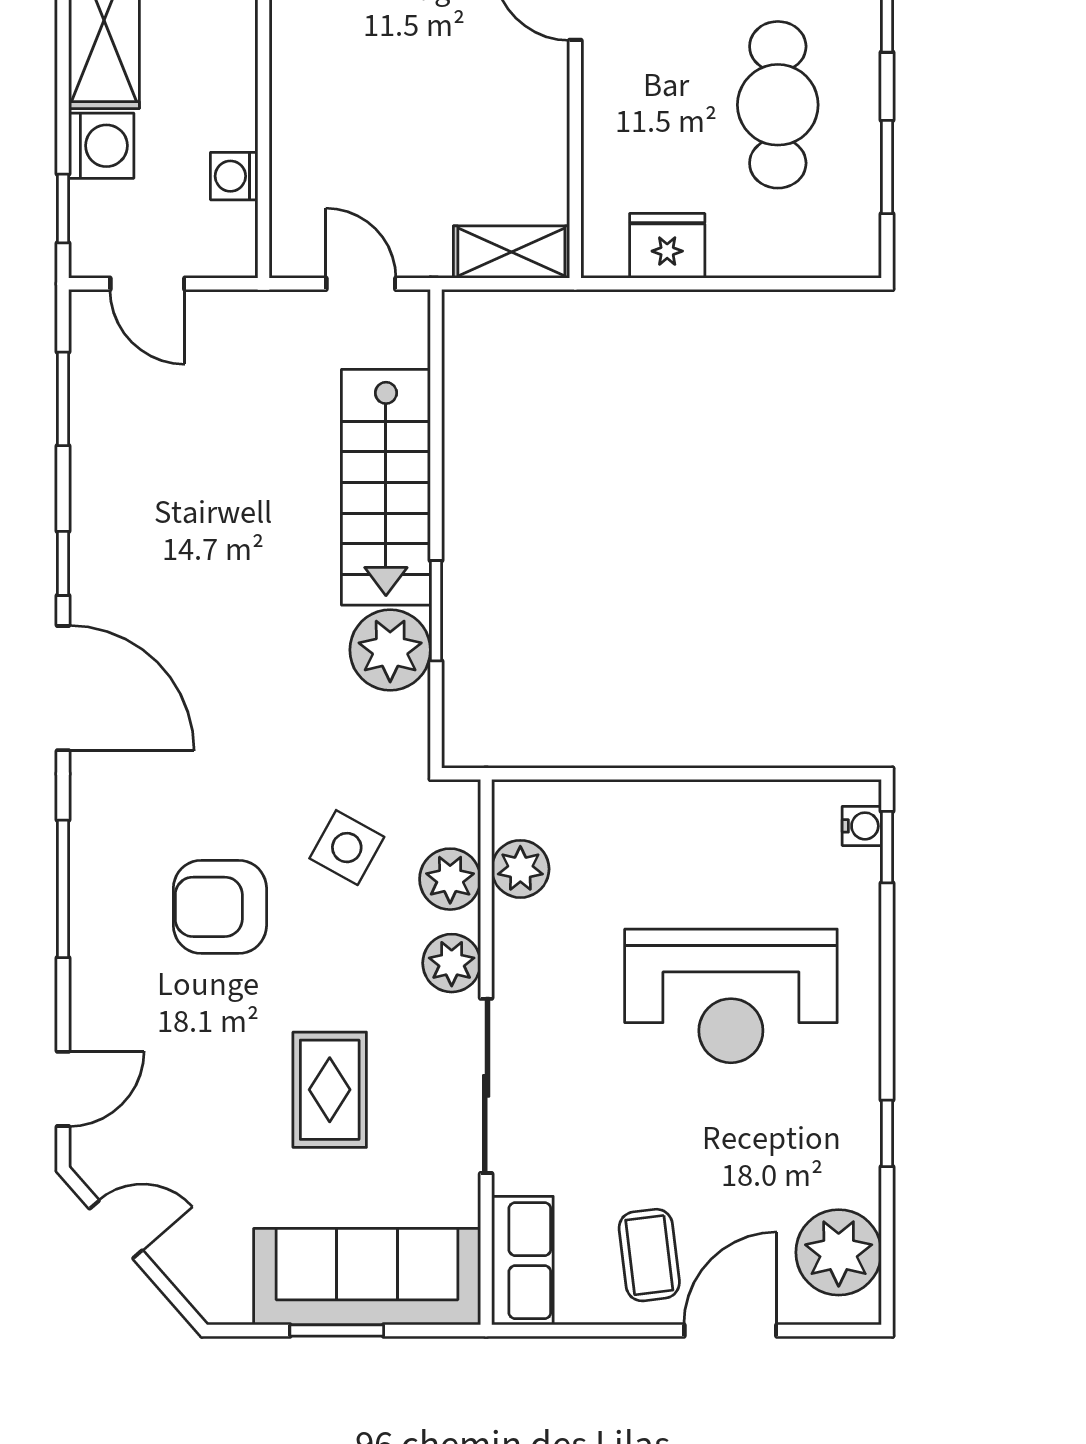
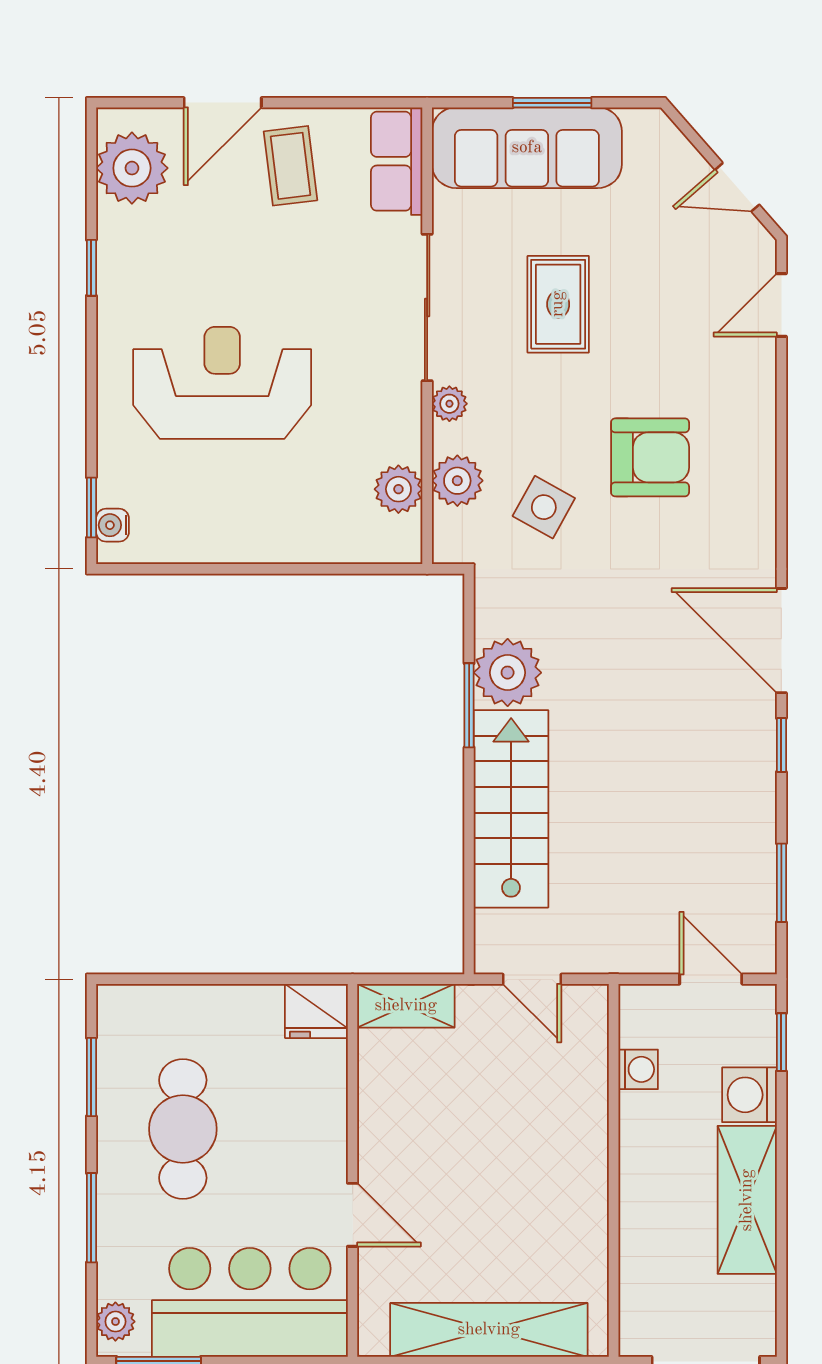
fridge: (667, 246) -> (316, 1011), moved
window: (63, 889) -> (781, 472), removed
plant: (452, 963) -> (449, 404), width x0.73, depth x0.73

